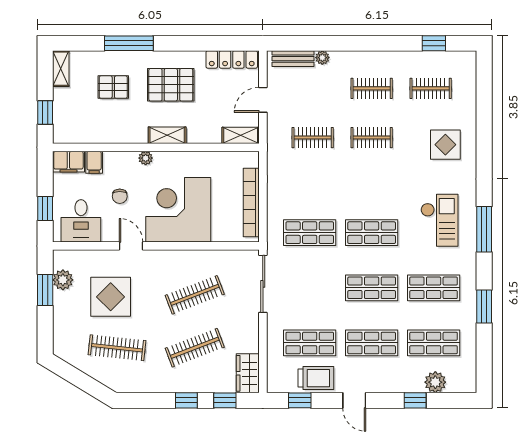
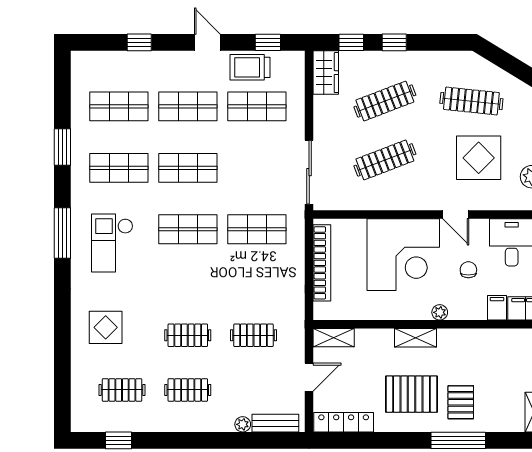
pallet: (113, 87) -> (461, 402), moved, turned 90
plant: (435, 382) -> (117, 63), removed

